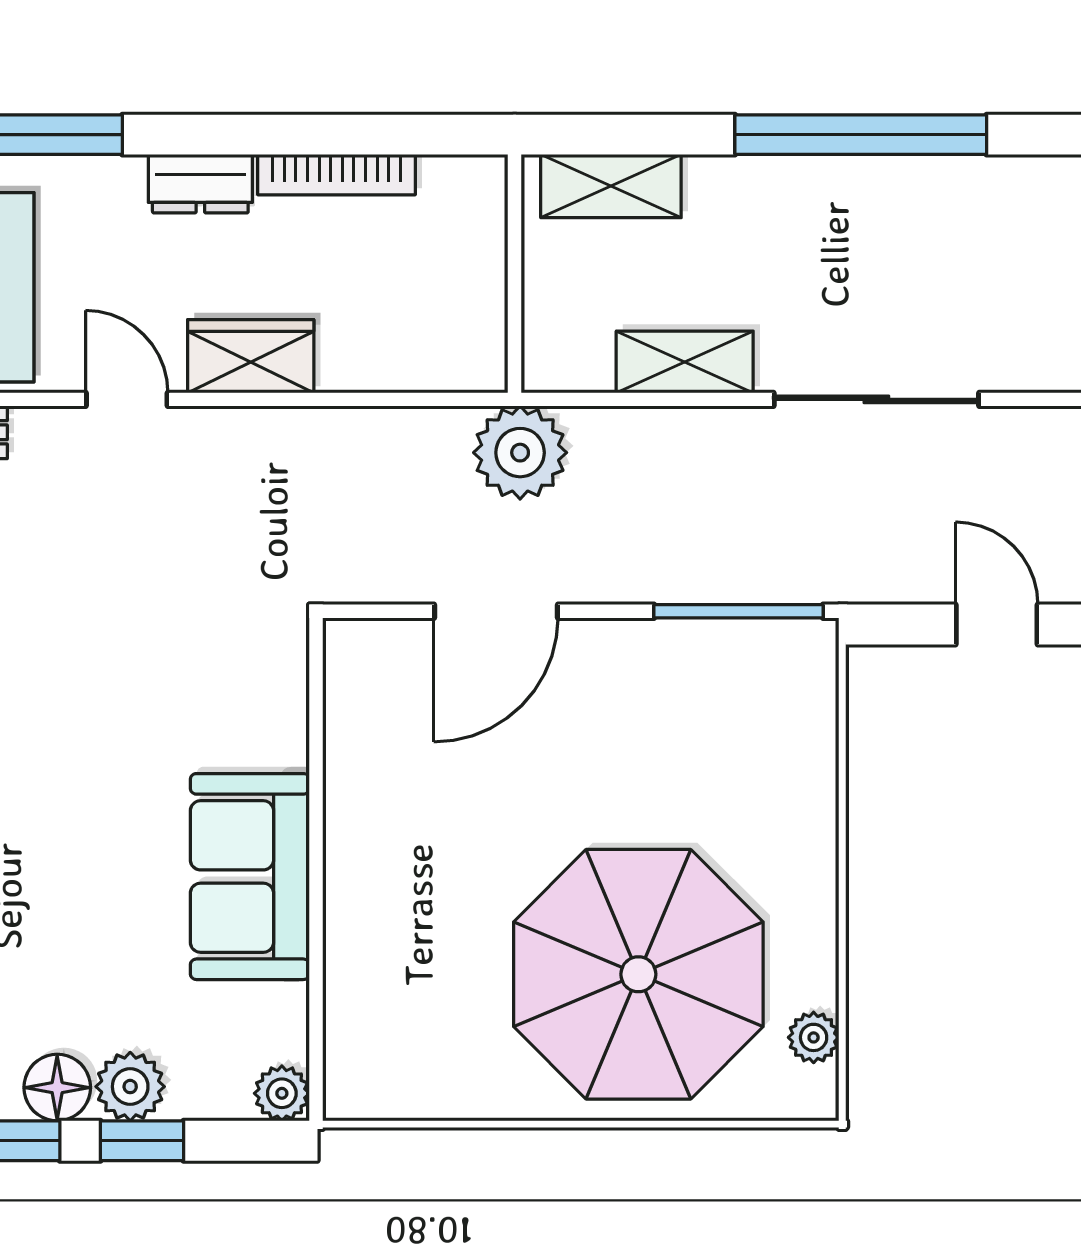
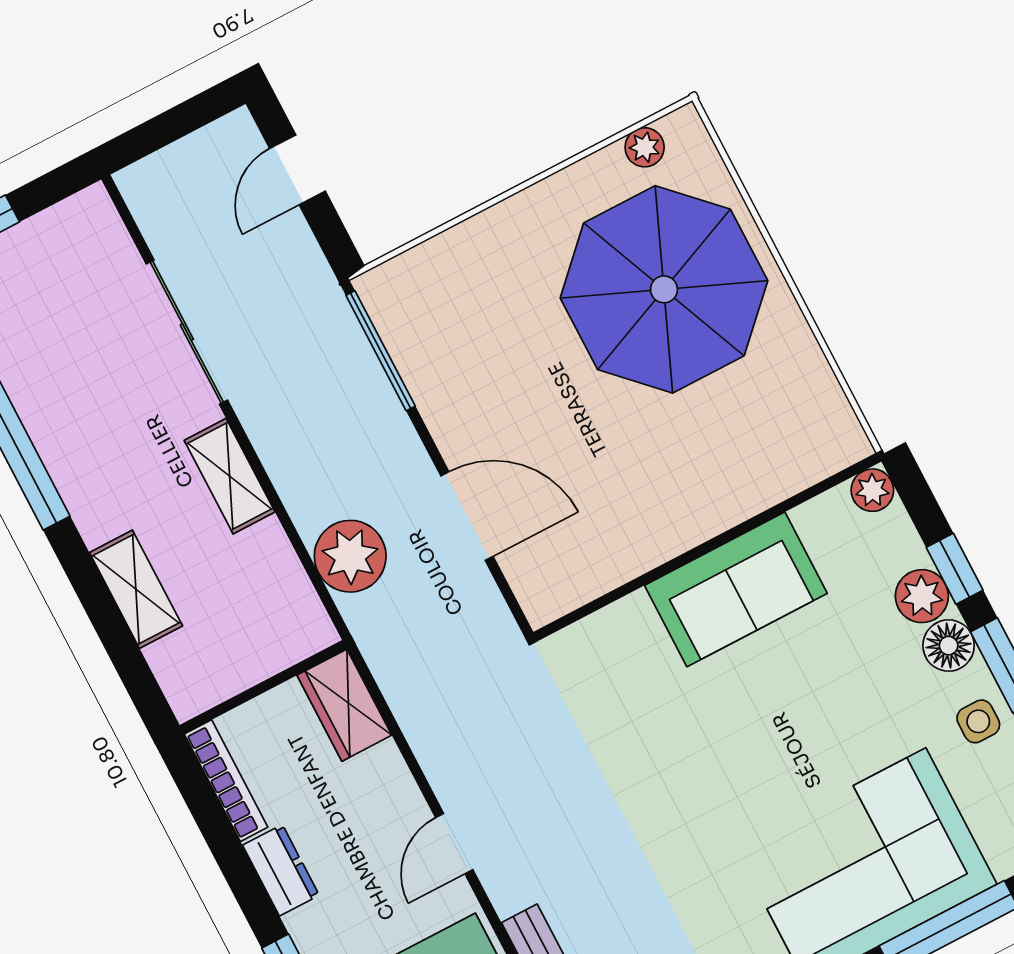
wall: (515, 274) -> (263, 687), moved
wardrobe: (251, 356) -> (344, 705), moved

